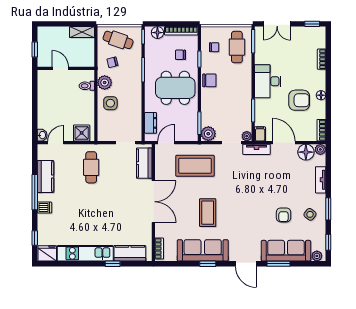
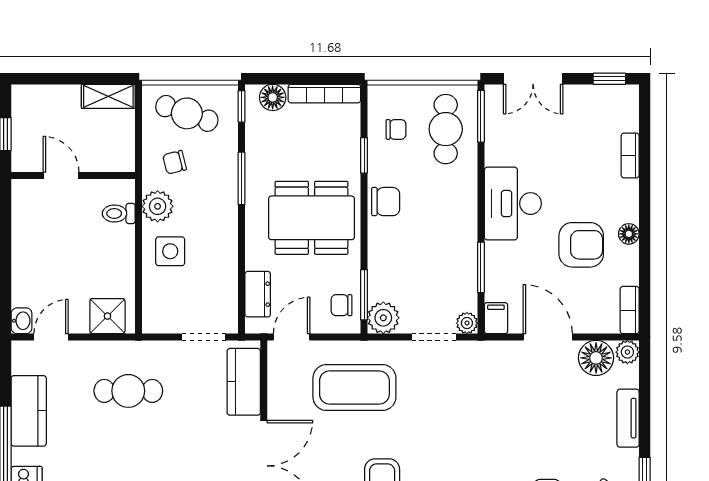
chair: (180, 55) -> (341, 305), moved
tv unit: (256, 149) -> (488, 352), removed
cafe table: (91, 167) -> (128, 391), turned 90

